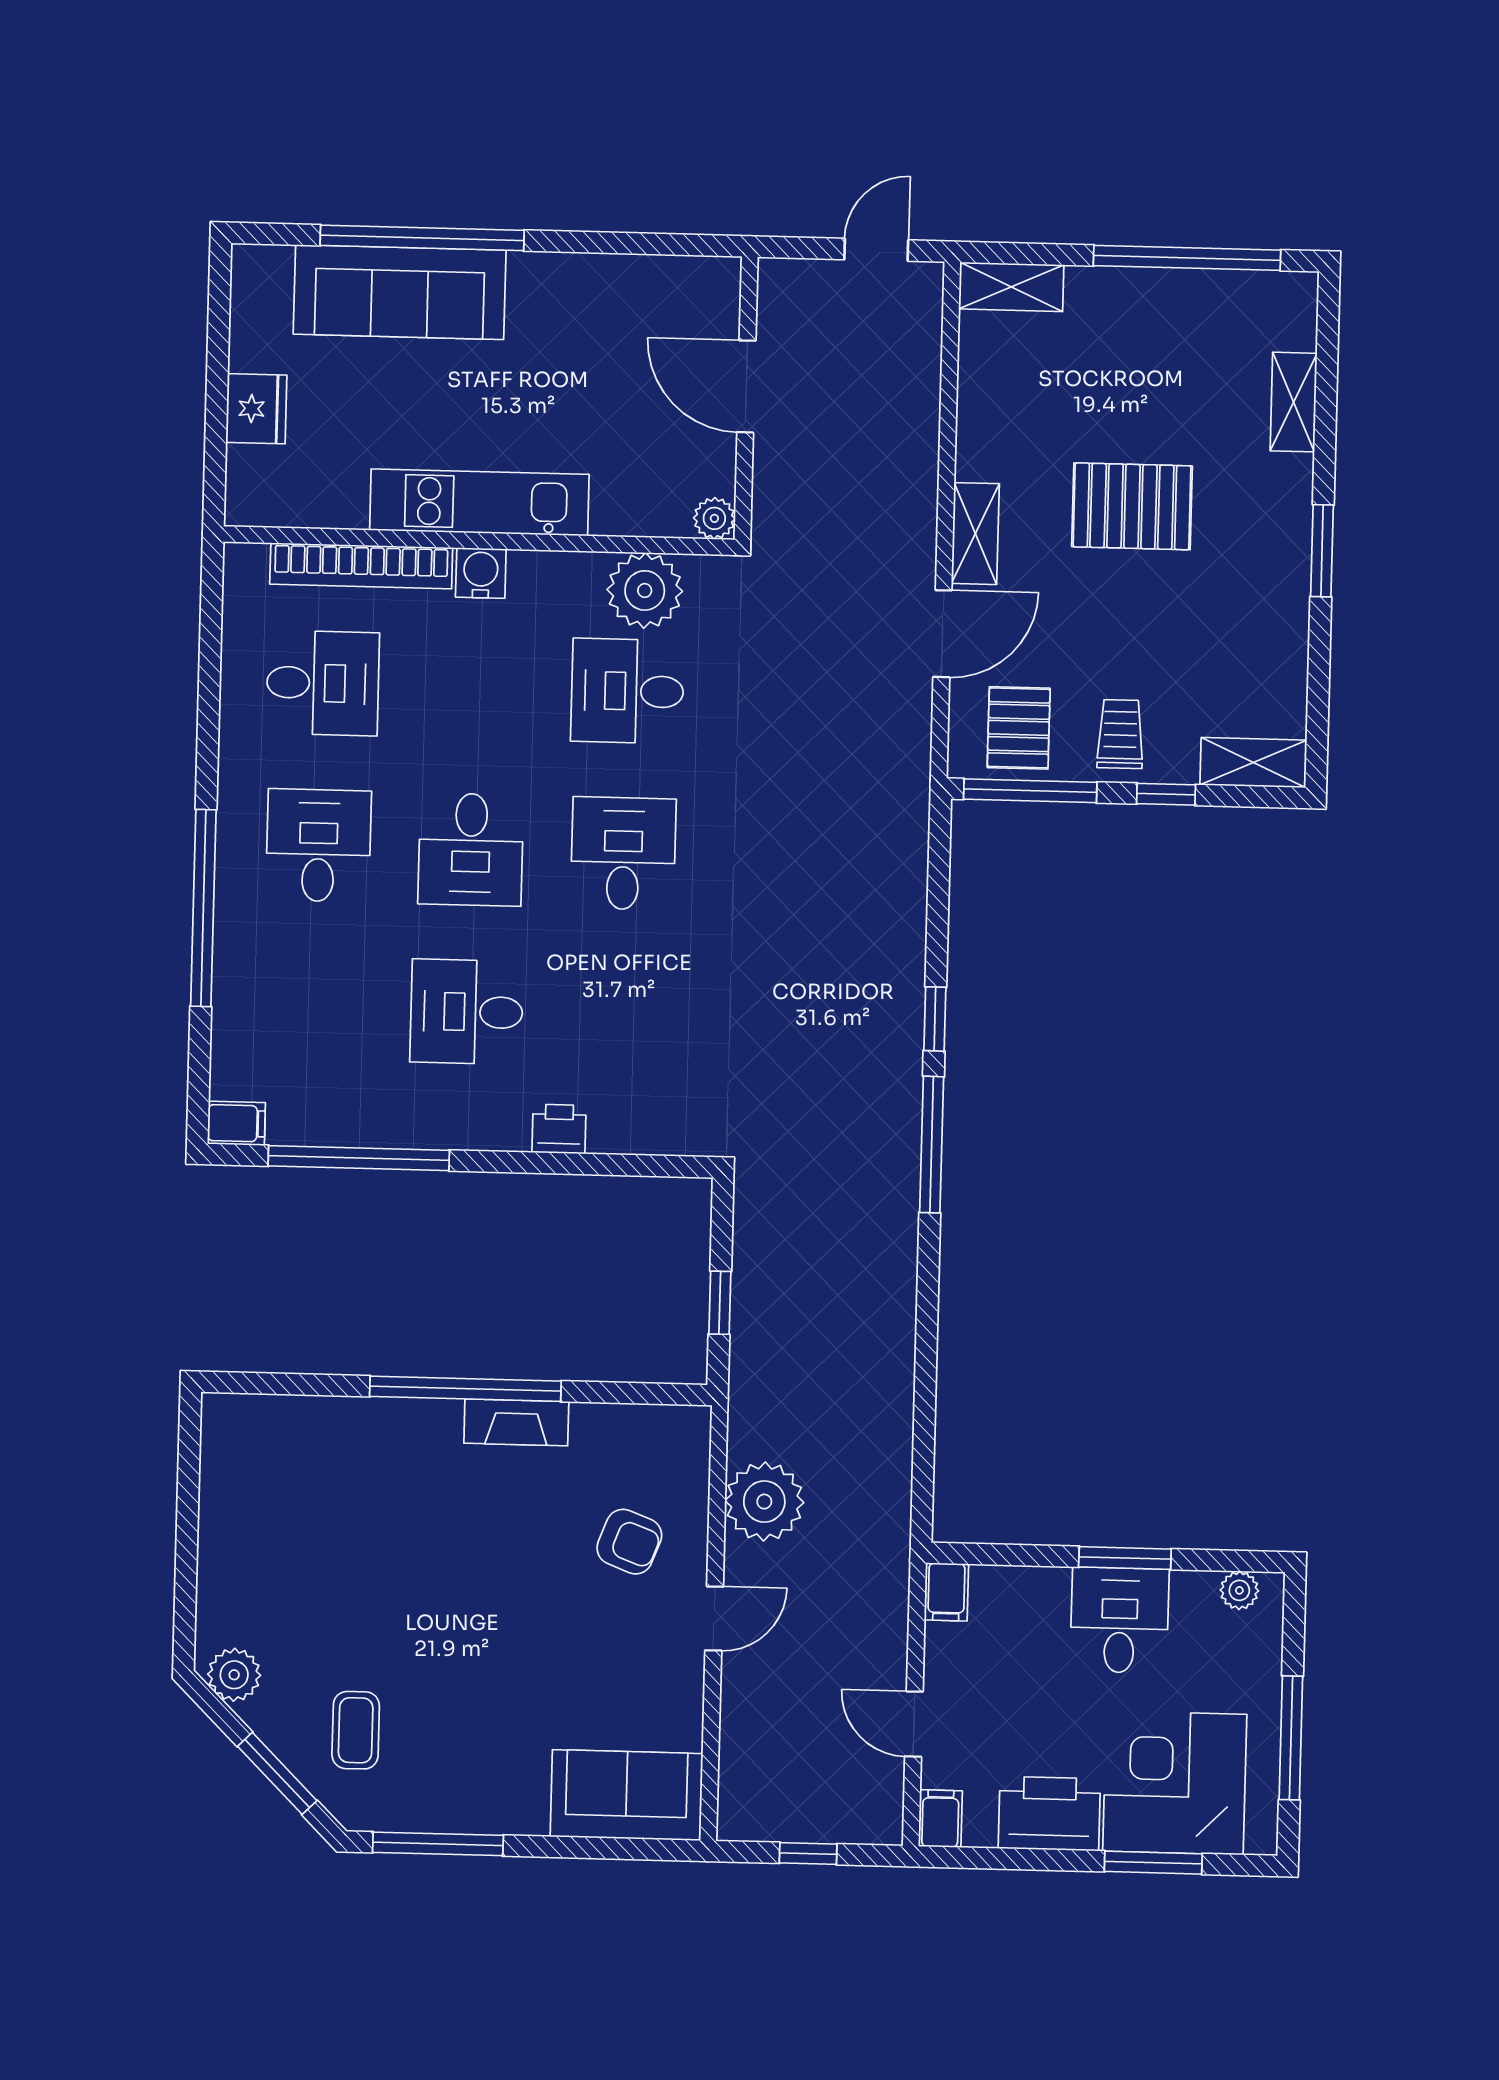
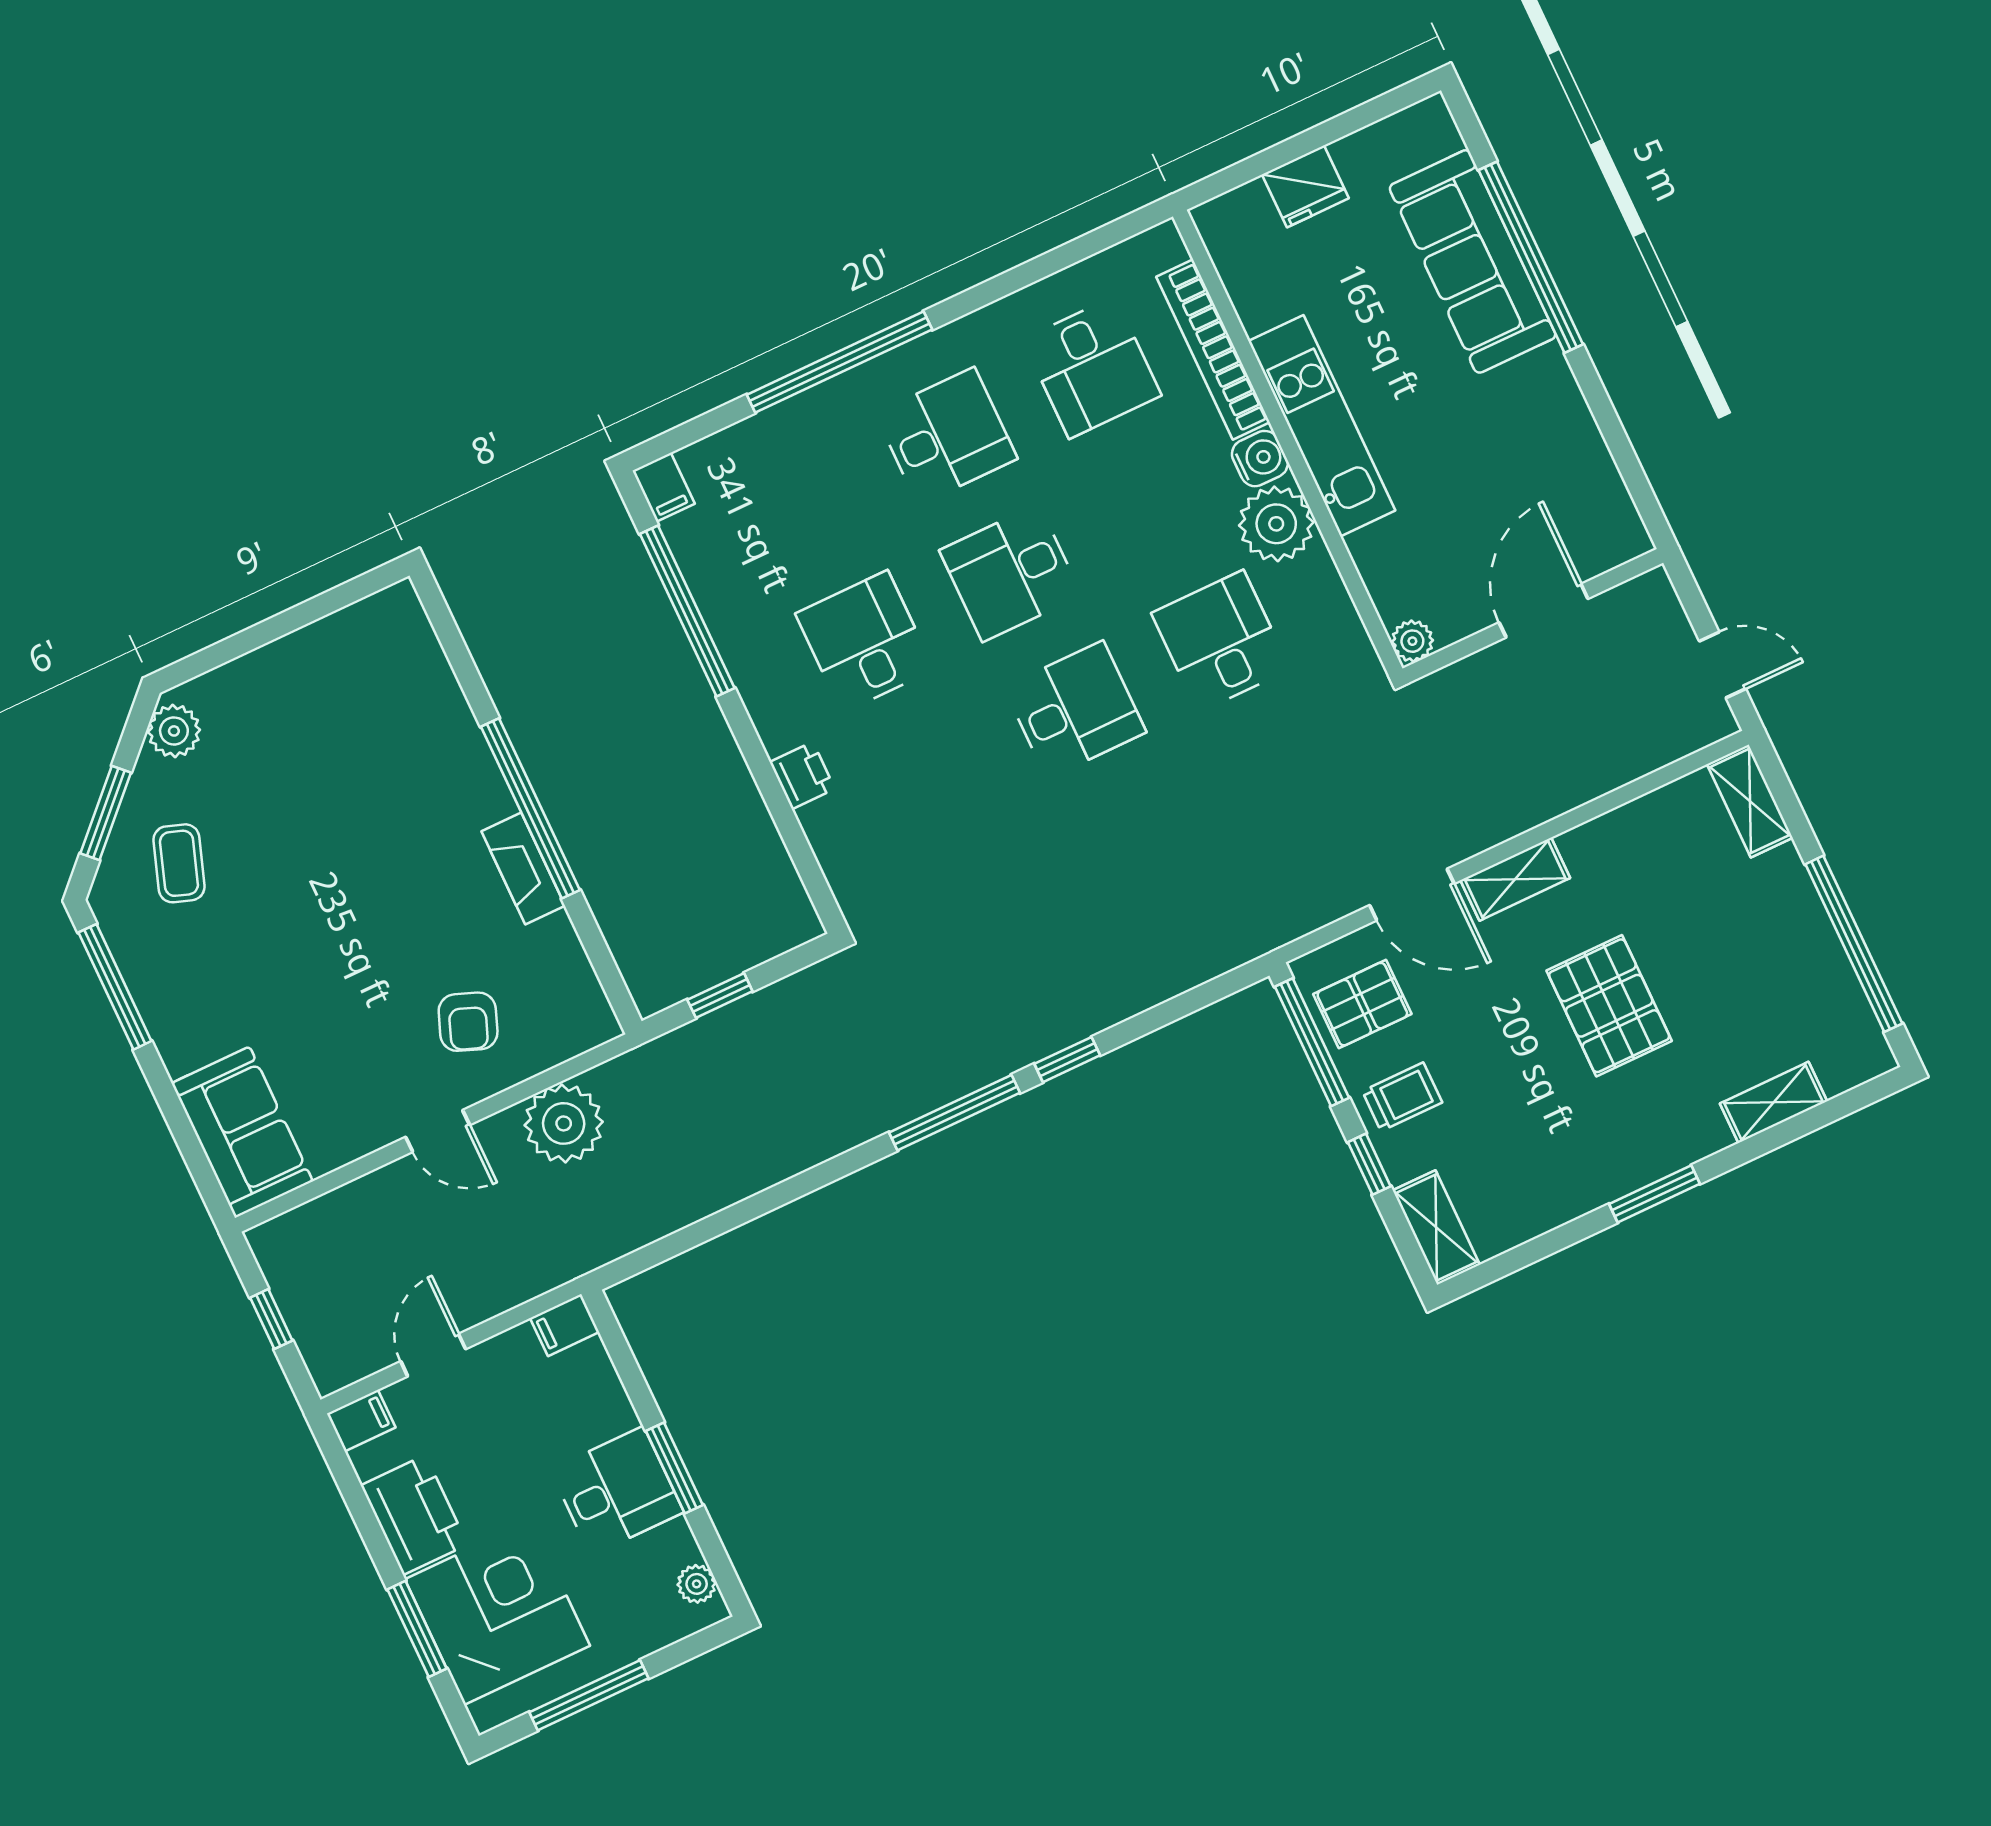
plant: (645, 590) -> (1276, 524), moved
coffee table: (356, 1730) -> (179, 863), turned -71

